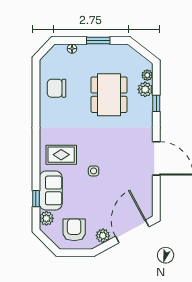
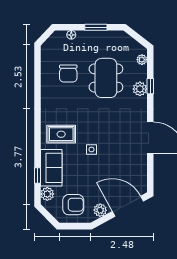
chair: (57, 88) -> (68, 73), moved, turned -90
plant: (145, 89) -> (140, 89), moved
armchair: (74, 230) -> (73, 205), turned 90
door: (132, 231) -> (128, 206), hinge flipped

